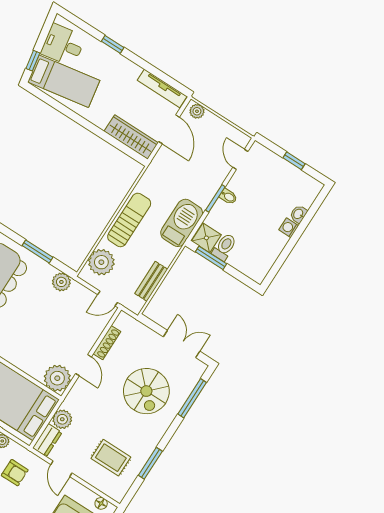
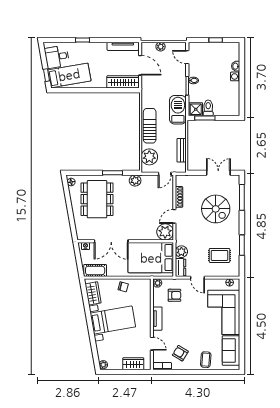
plant: (197, 111) -> (161, 47), moved
door: (84, 365) -> (174, 216), swing flipped

